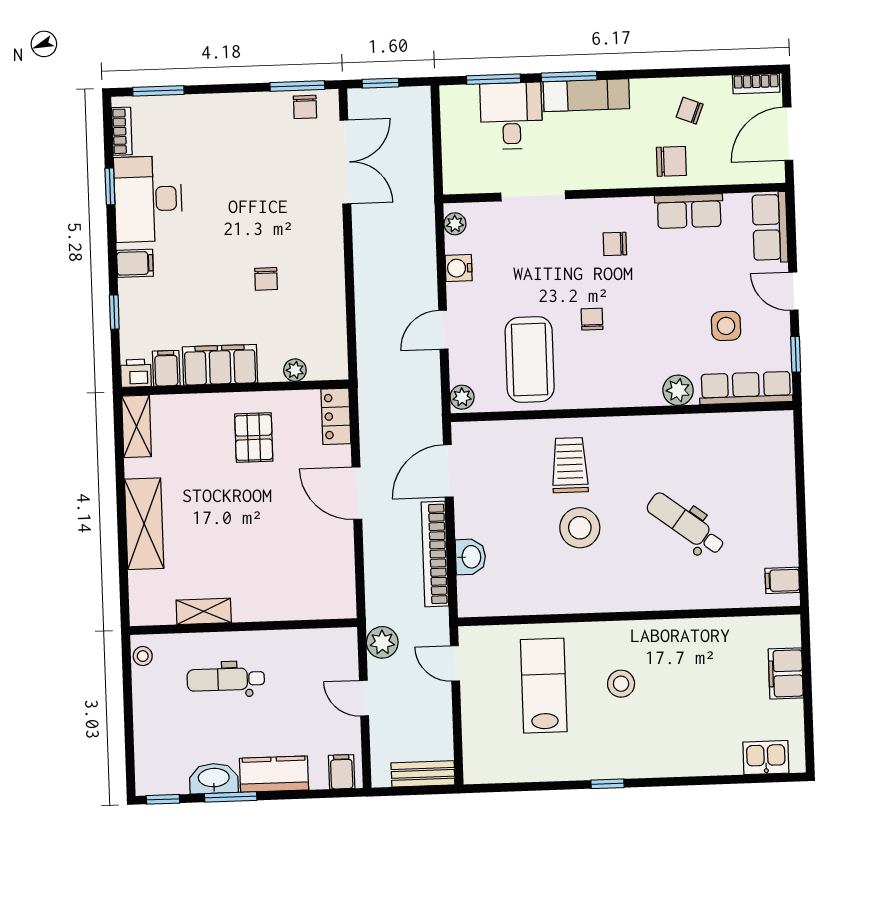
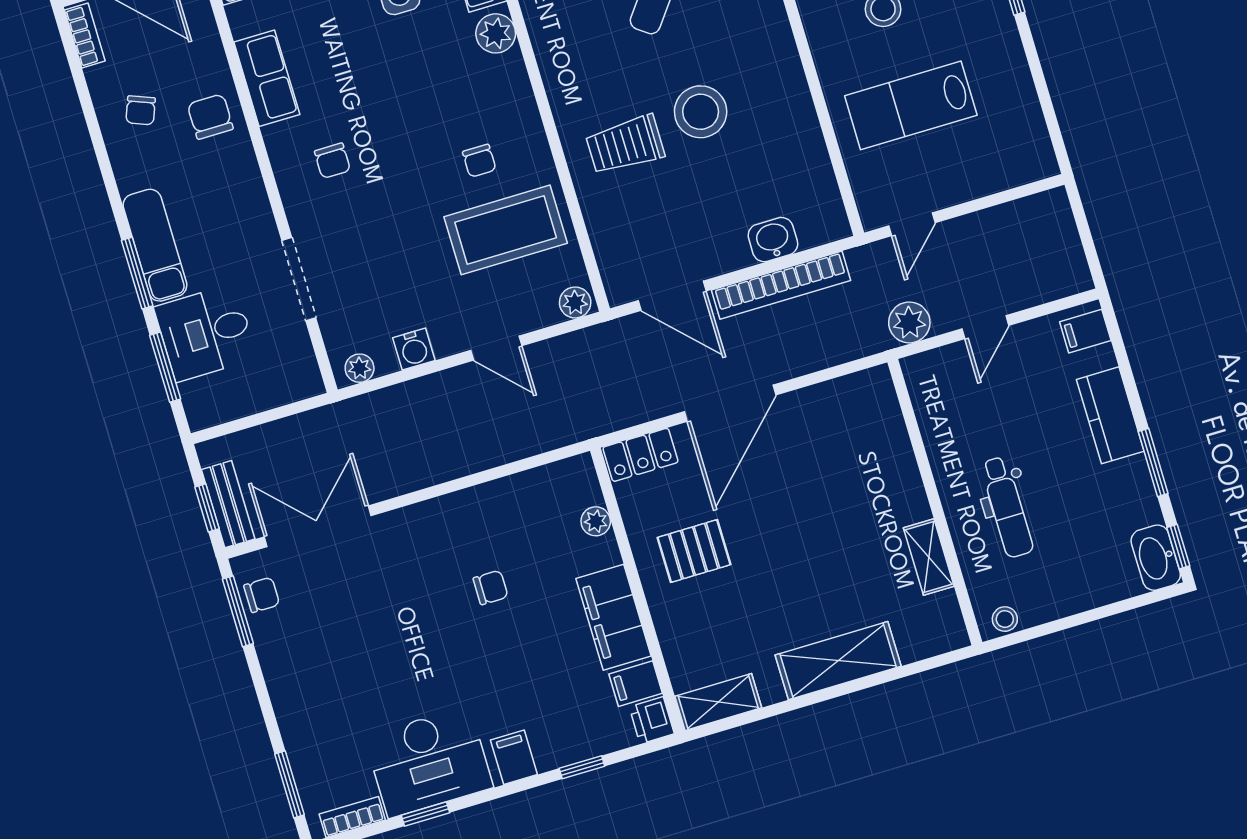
chair: (592, 319) -> (479, 161), moved, turned -90
door: (357, 493) -> (730, 403), width x1.36
bench: (423, 774) -> (228, 504), moved
washbasin: (214, 778) -> (1156, 558), moved

